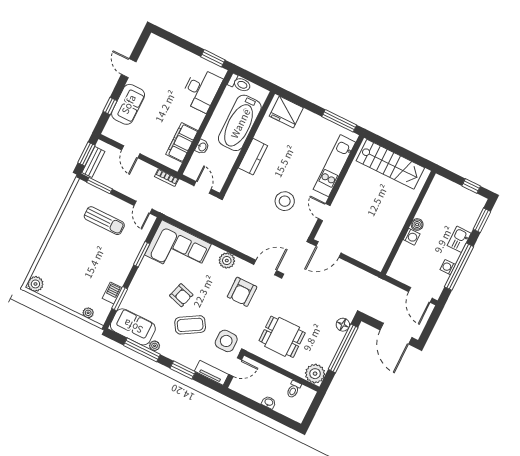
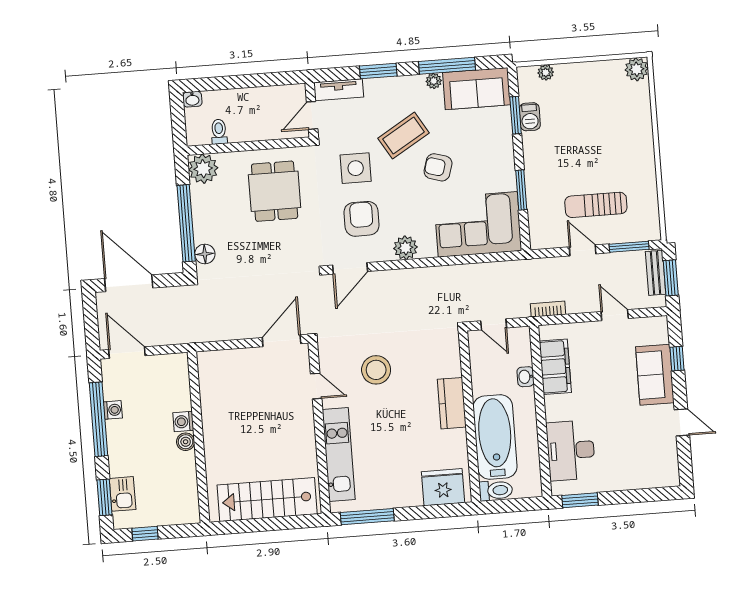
toilet: (240, 83) -> (496, 490), moved, turned 180
door: (143, 207) -> (583, 250), moved
kitchen sink: (459, 239) -> (123, 494), moved
dining table: (282, 337) -> (275, 191), turned 90
side table: (226, 341) -> (356, 168), moved
washbasin: (269, 402) -> (192, 99), moved

